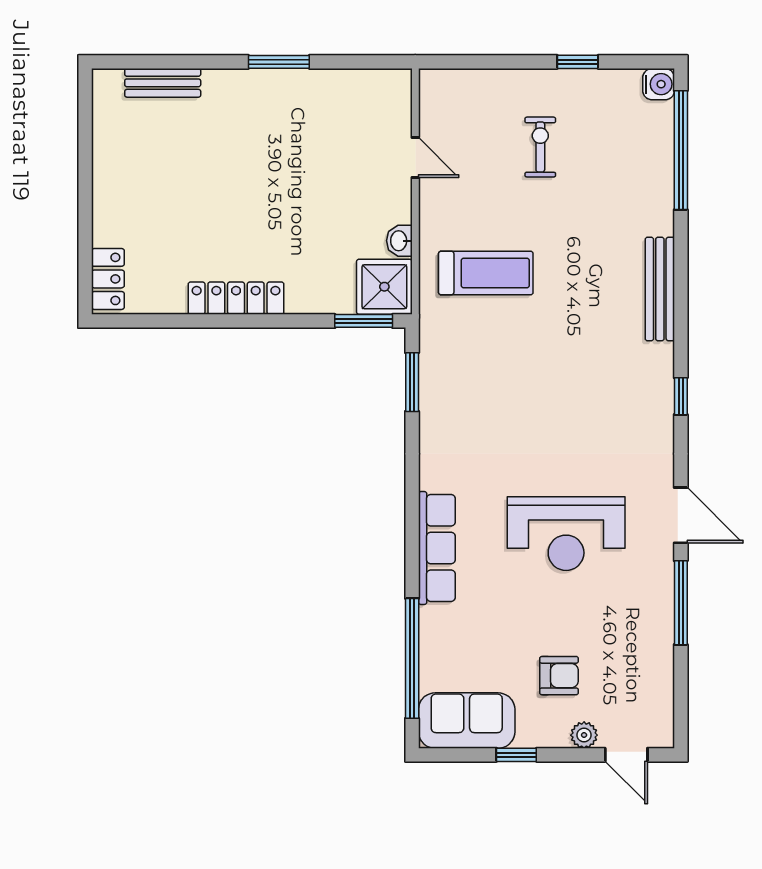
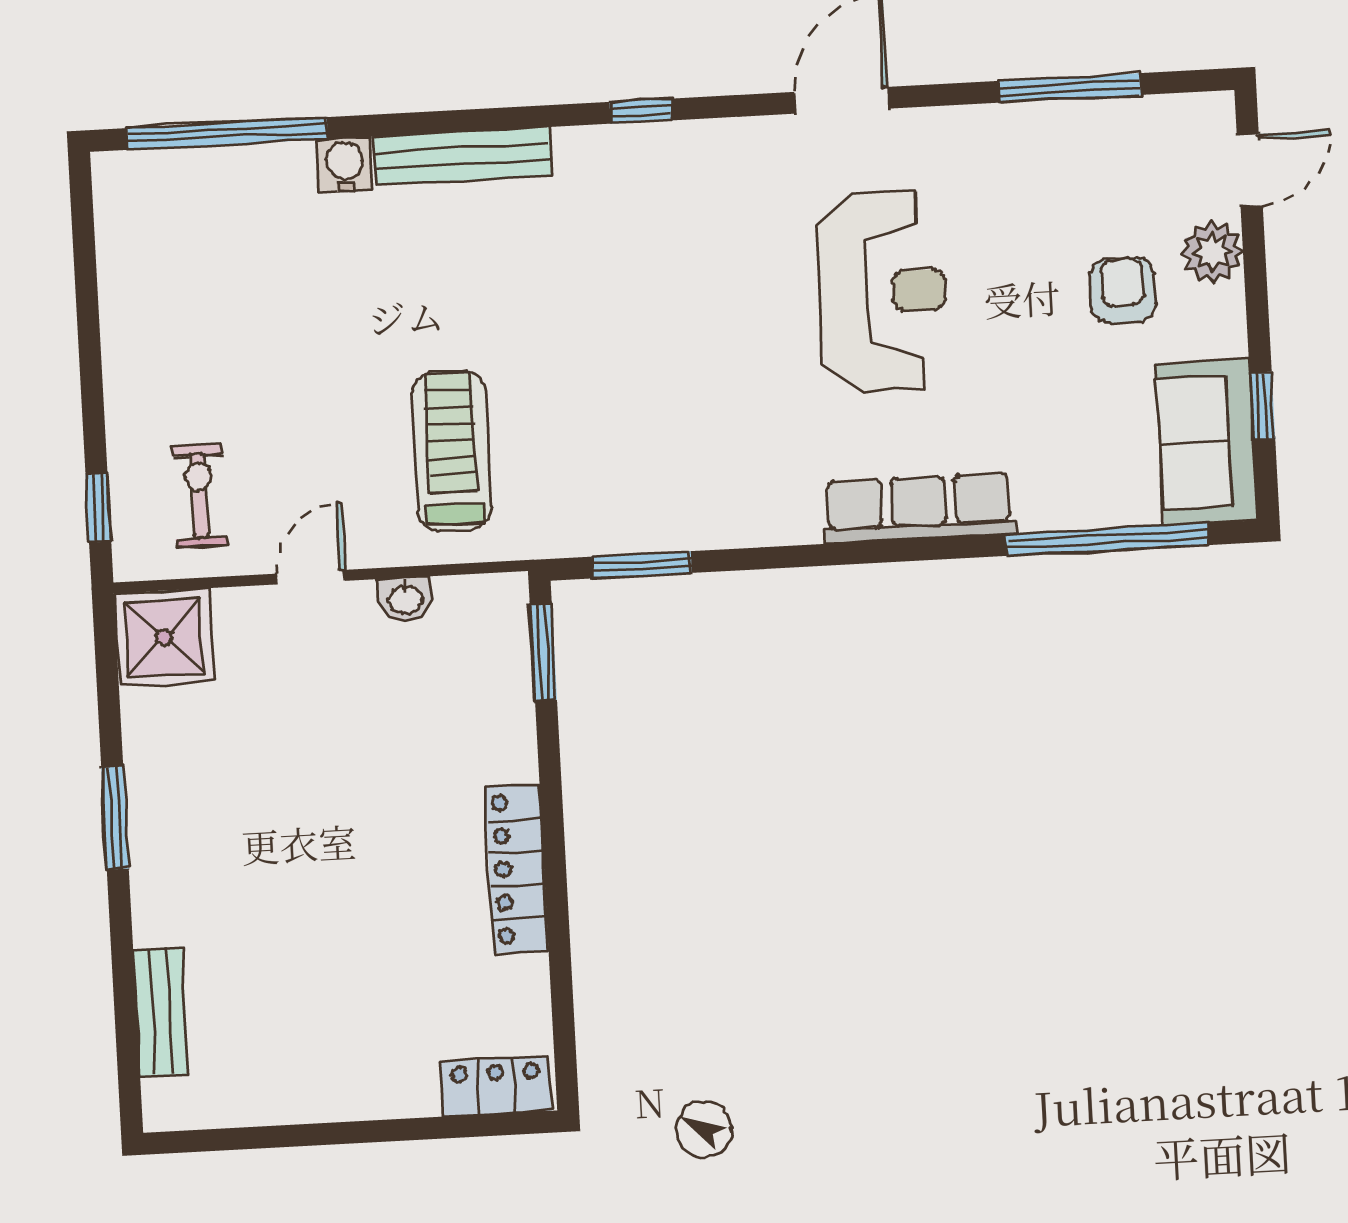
window: (578, 62) -> (98, 508), moved
water cooler: (659, 84) -> (344, 165), moved
exercise bike: (540, 147) -> (199, 496), moved, turned 90
door: (415, 158) -> (311, 577), moved
shower: (384, 287) -> (164, 637), moved
window: (681, 603) -> (1070, 88), moved
plant: (584, 735) -> (1212, 252), width x1.38, depth x1.38
window: (516, 755) -> (1262, 406), moved

